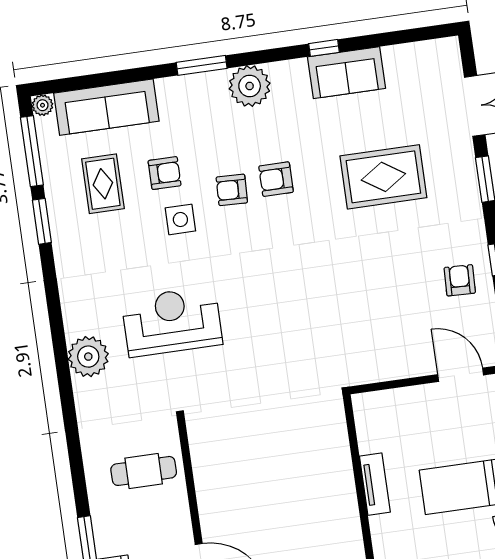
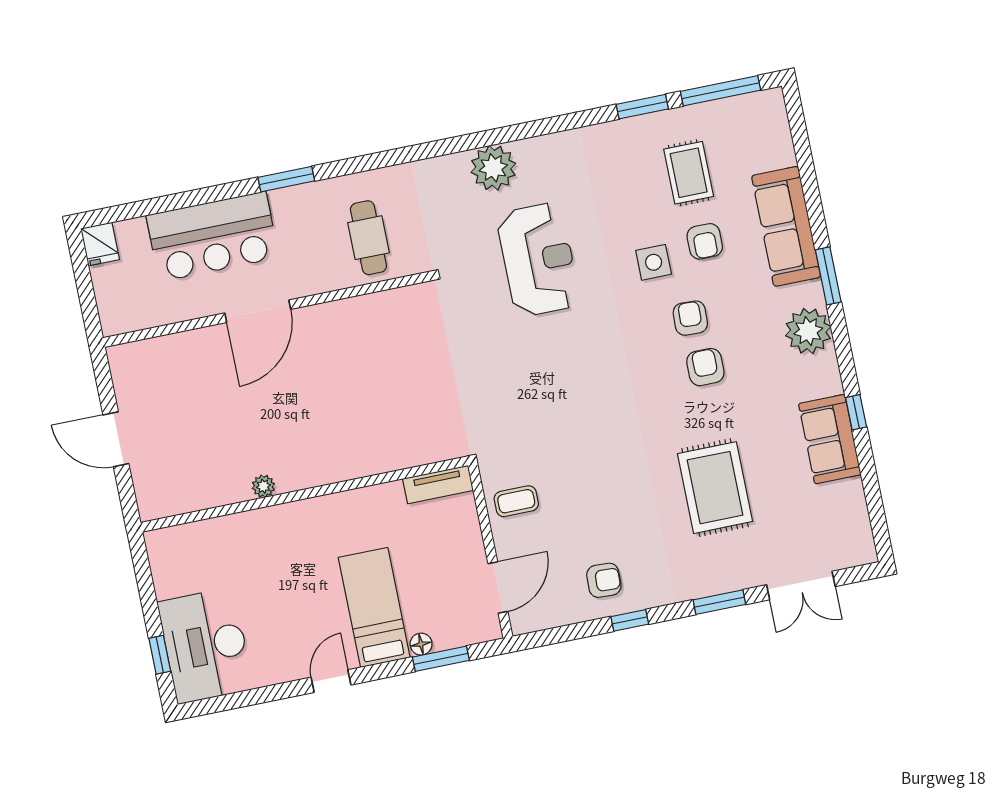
plant: (43, 105) -> (773, 100), removed
sofa: (106, 107) -> (786, 226), moved
rug: (103, 184) -> (689, 173), turned 90
coffee table: (385, 354) -> (516, 501), added
tv unit: (375, 484) -> (438, 485), moved

